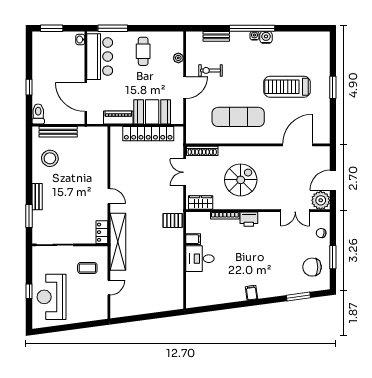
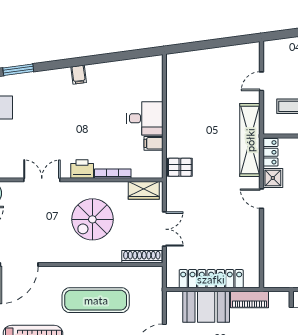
double door: (295, 211) -> (42, 180), moved
shower: (100, 212) -> (273, 178), added

